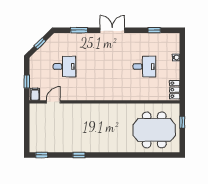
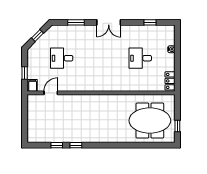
double door: (112, 30) -> (109, 22), swing flipped
desk: (64, 67) -> (62, 58), turned 180
desk: (144, 67) -> (140, 58), turned 180
window: (182, 122) -> (177, 126), moved
window: (42, 155) -> (57, 145), moved

